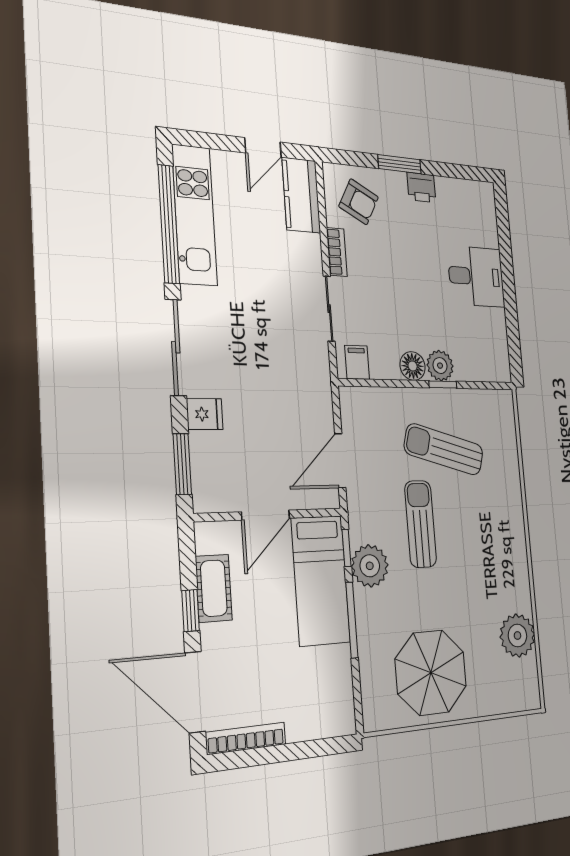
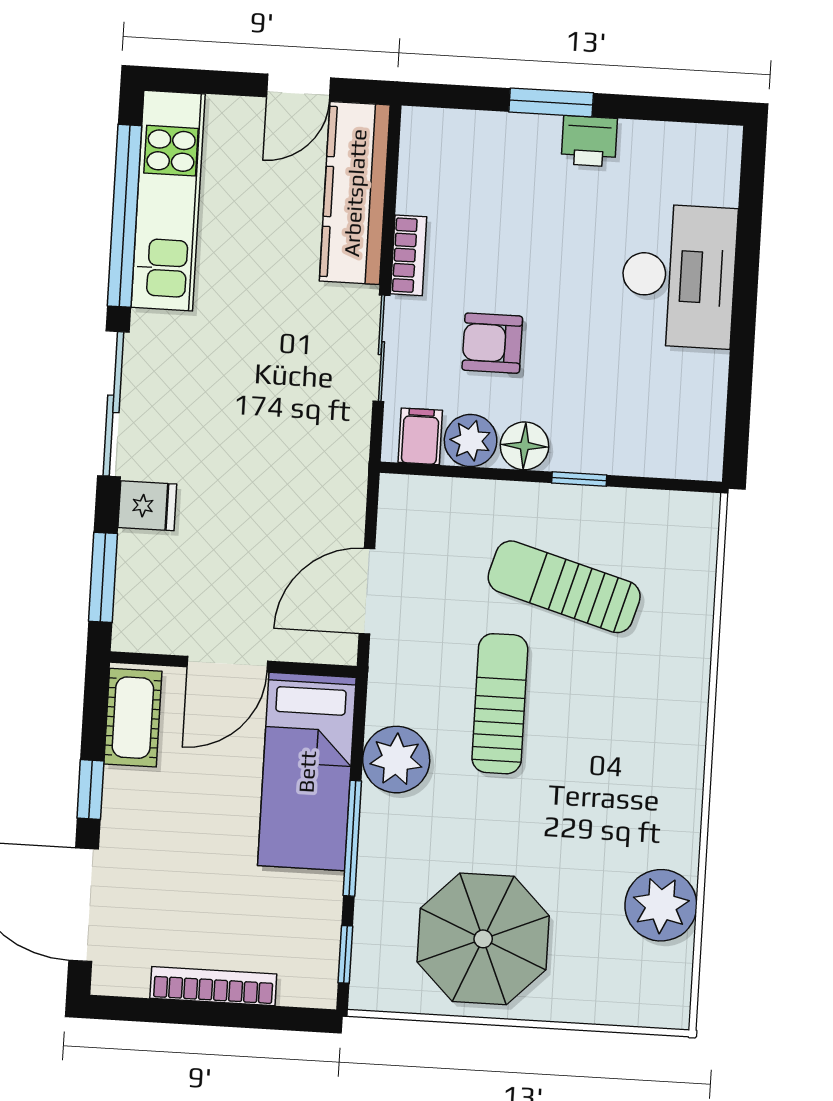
kitchen counter: (301, 195) -> (355, 193), width x1.50
armchair: (359, 202) -> (492, 343), moved, turned 152
desk: (476, 276) -> (679, 276), width x1.37
plant: (440, 366) -> (471, 441), moved
window: (347, 548) -> (345, 954), moved
cot: (214, 588) -> (133, 718), moved
bookcase: (246, 738) -> (213, 986), moved

